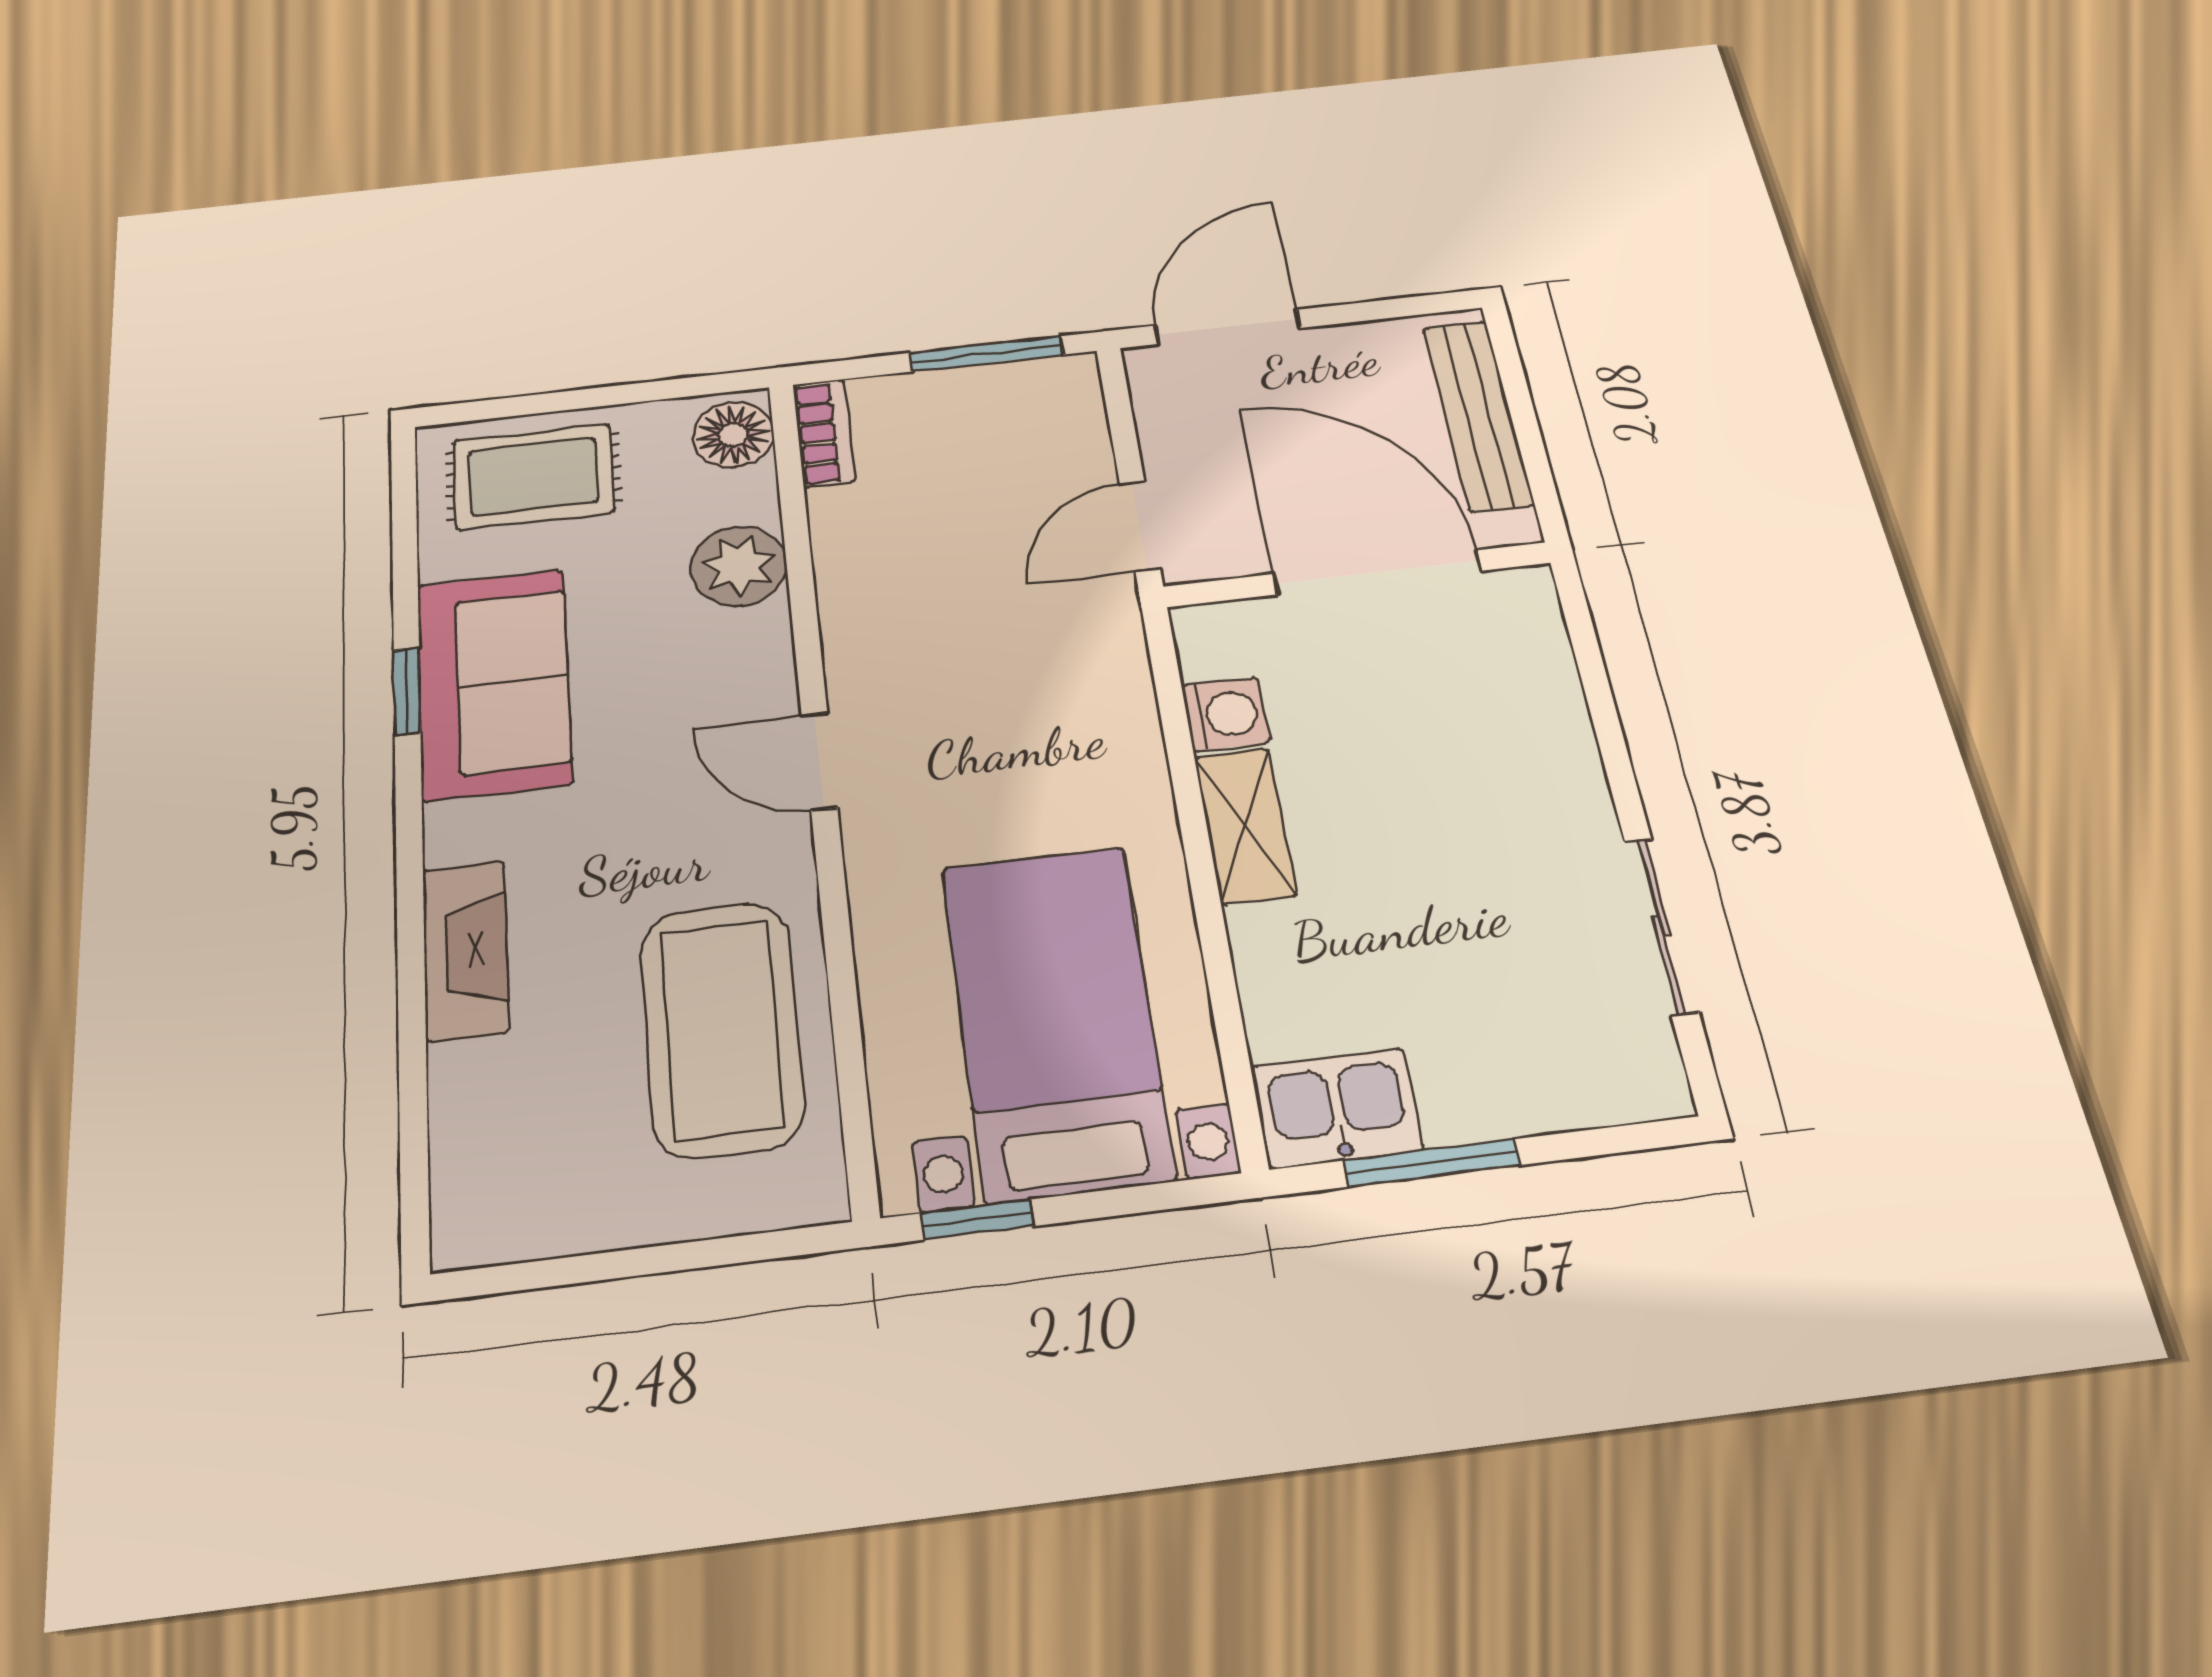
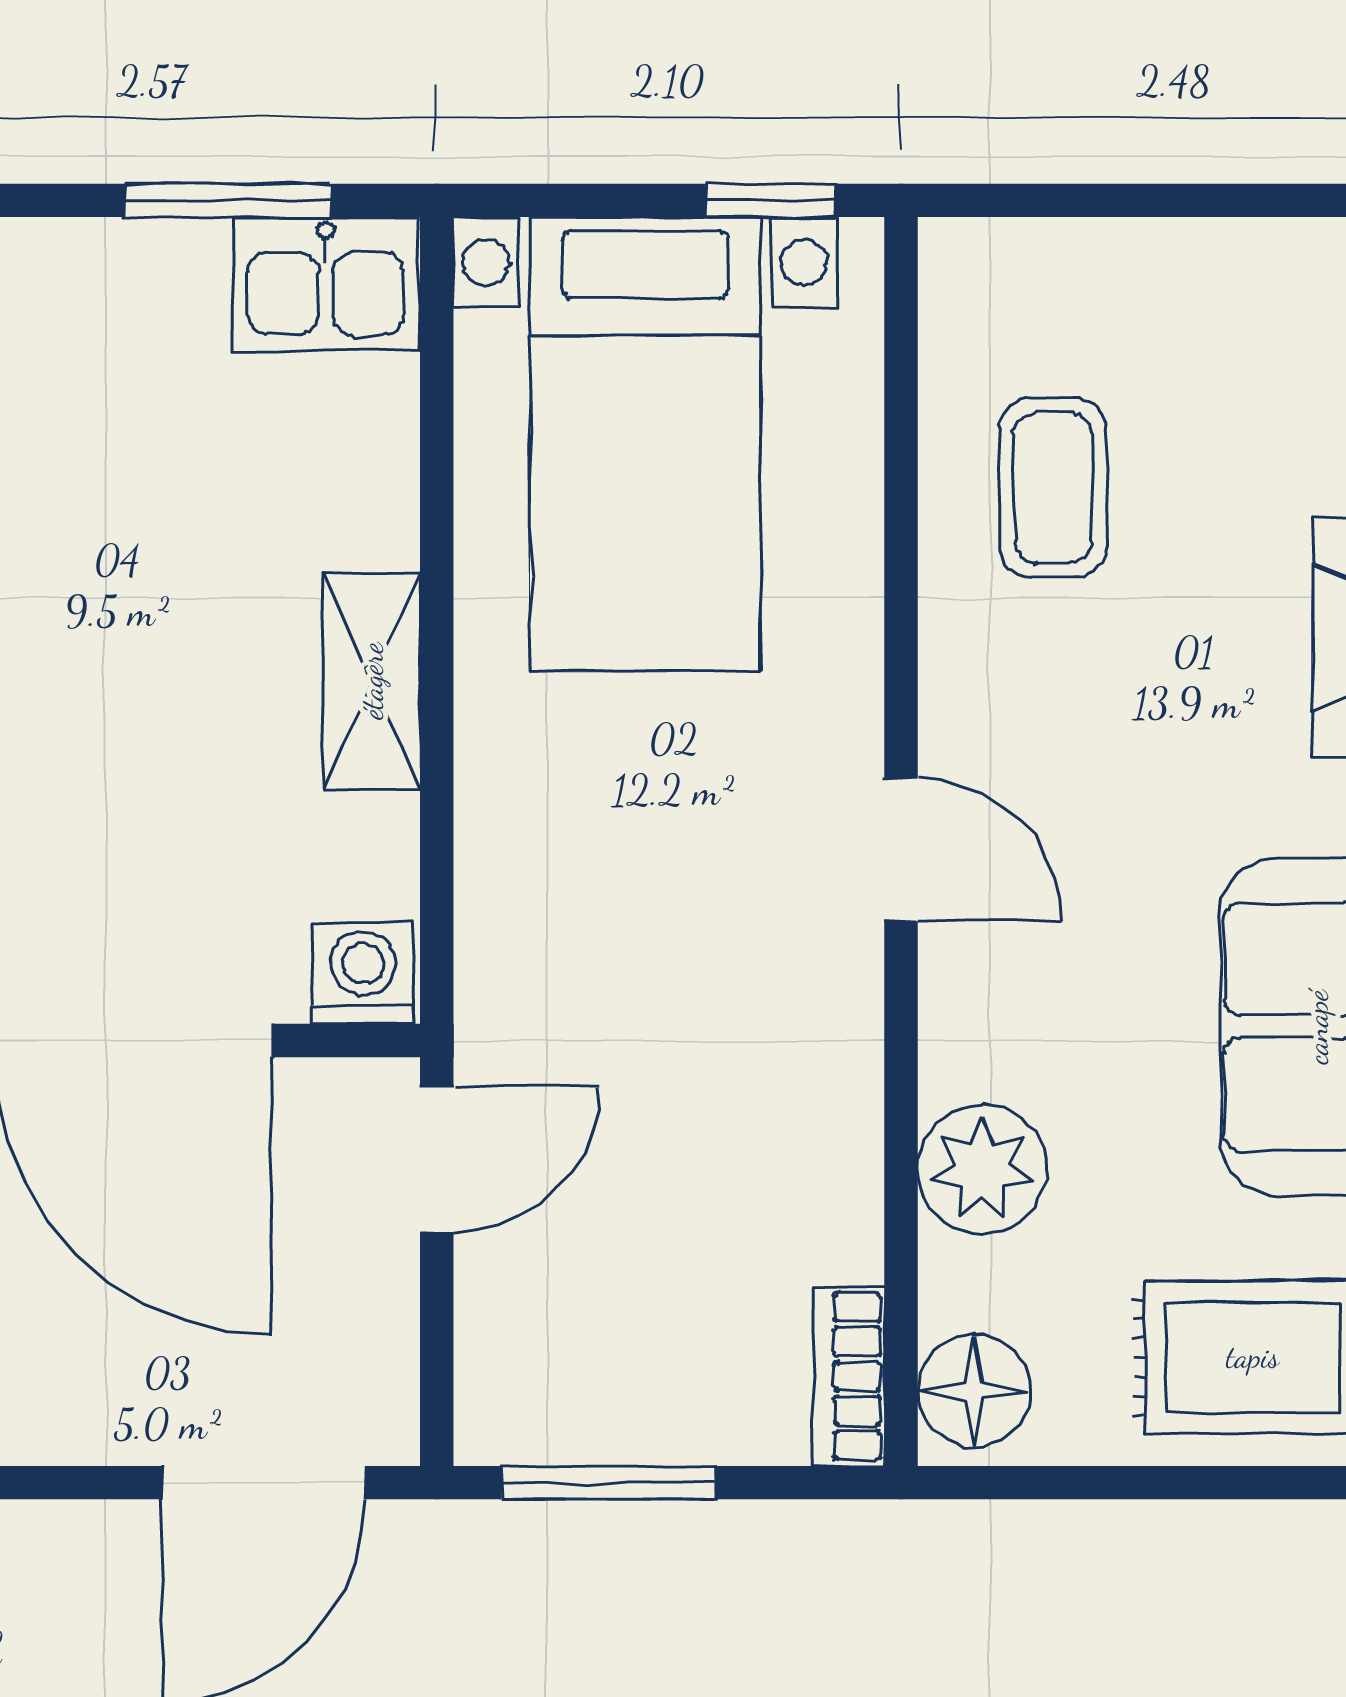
washing machine: (1226, 714) -> (363, 973), moved, turned 90
coffee table: (722, 1028) -> (1053, 487), width x0.54, depth x0.58

